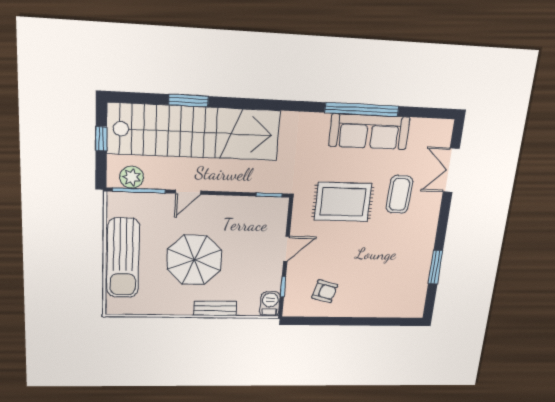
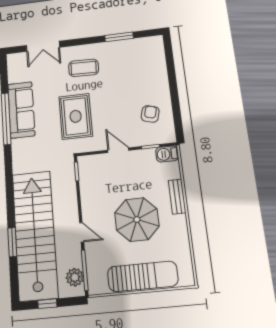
coffee table: (399, 194) -> (84, 68), moved

